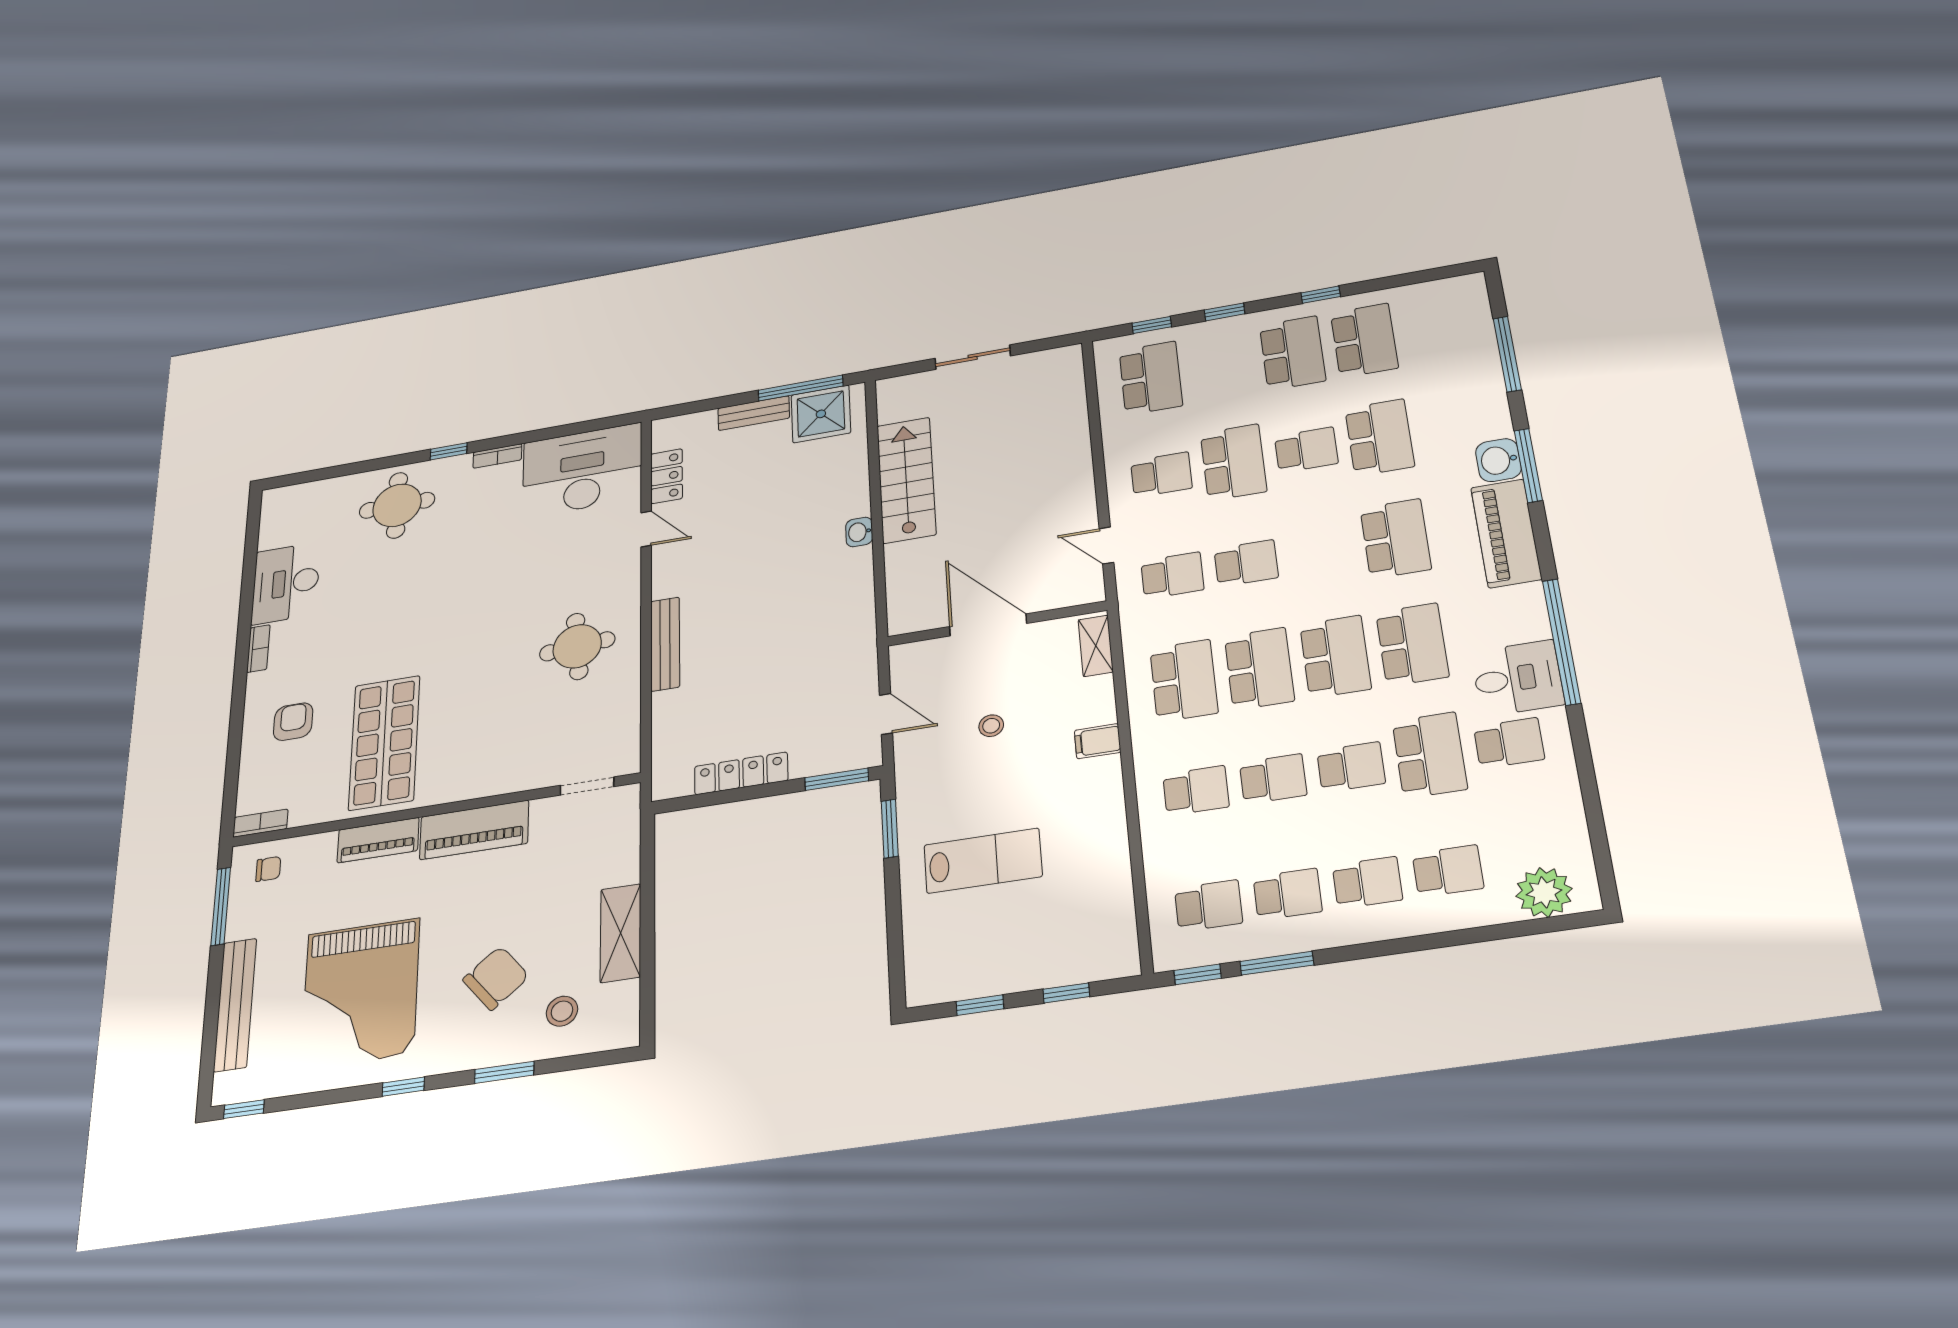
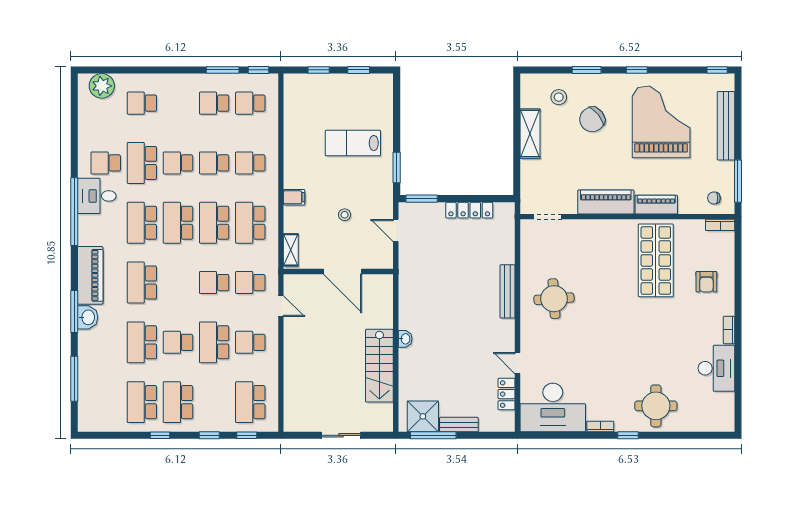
school desk: (1367, 883) -> (178, 103), removed

